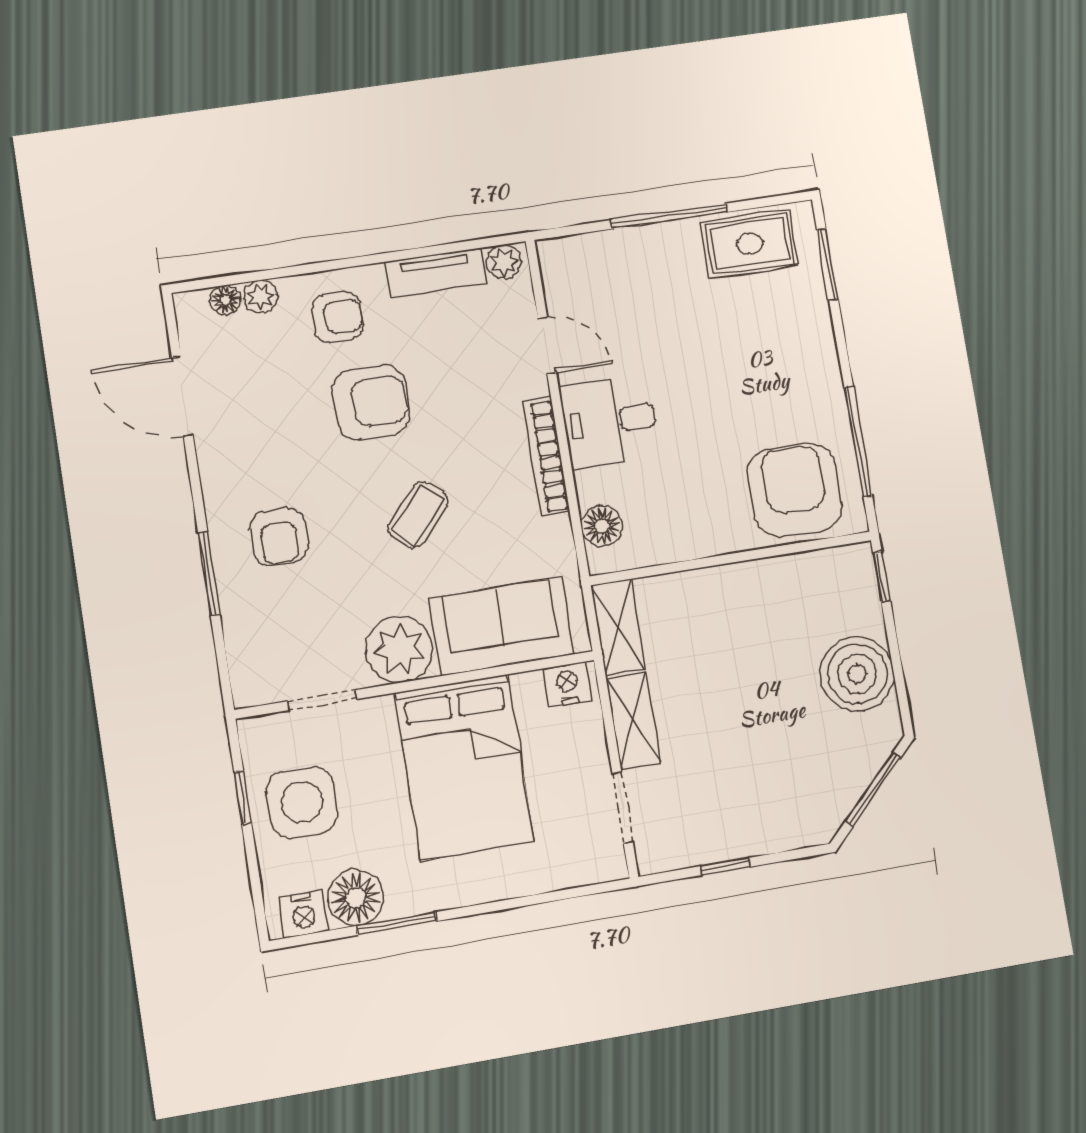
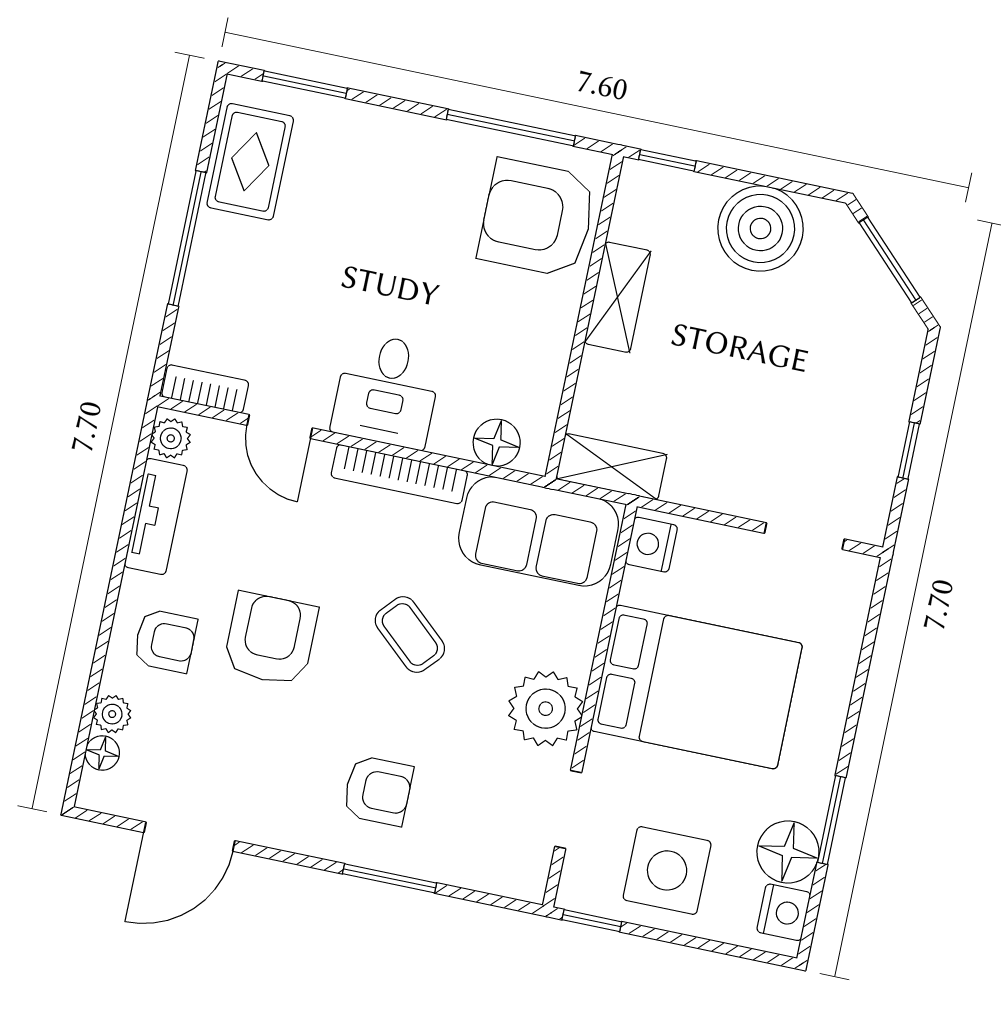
bookcase: (554, 275) -> (205, 389), added
armchair: (337, 317) -> (165, 641), turned 90
door: (547, 346) -> (280, 427), swing flipped
sofa: (502, 626) -> (539, 531), moved, turned -90
shelving: (634, 721) -> (617, 297), moved, turned 90
window: (243, 798) -> (592, 921), moved

